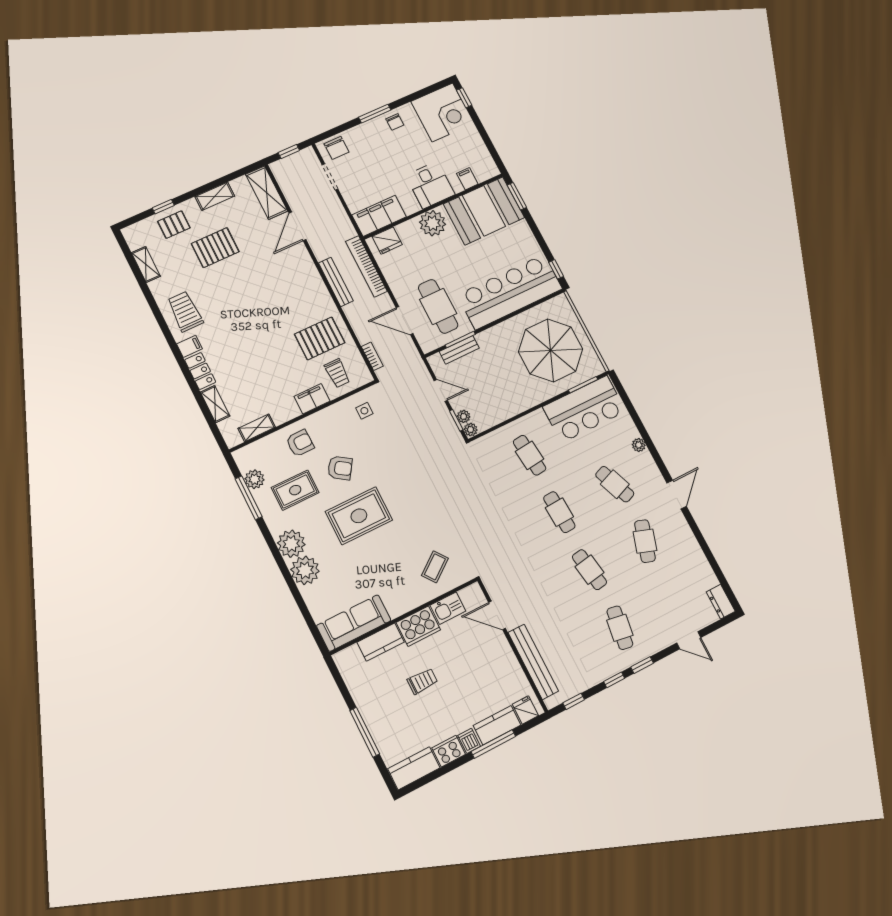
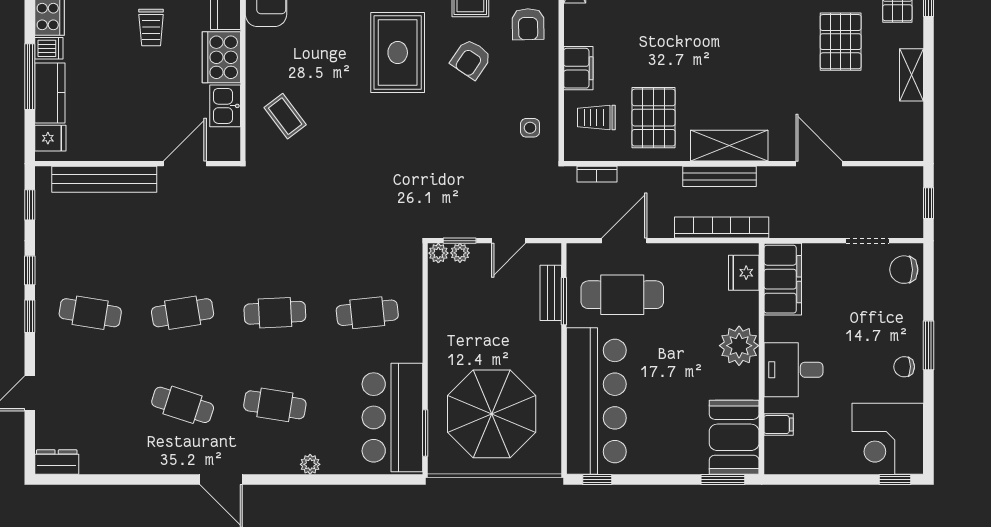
shelving: (267, 193) -> (729, 146), moved
booth: (484, 211) -> (734, 437), width x0.73, depth x0.70
cafe table: (615, 484) -> (275, 405), turned 30

